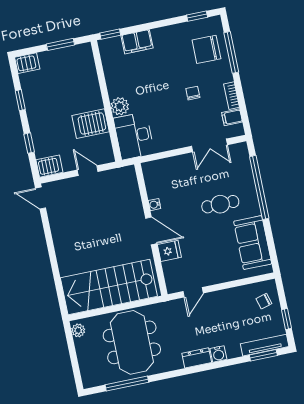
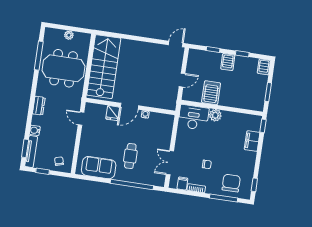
server rack: (49, 166) -> (228, 62), moved
plant: (78, 330) -> (69, 35), moved
water cooler: (218, 354) -> (35, 130), moved

